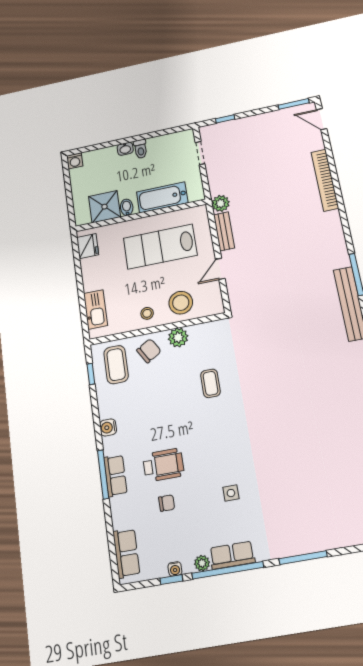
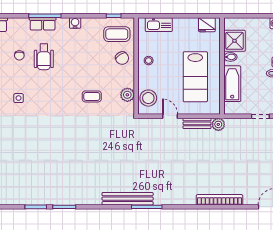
lab bench: (160, 247) -> (195, 77), turned 180
stool: (181, 303) -> (148, 98), moved
plant: (178, 337) -> (127, 95), moved

